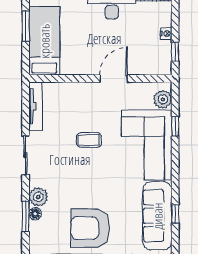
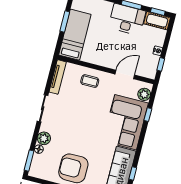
door: (114, 79) -> (125, 74), moved
coffee table: (89, 140) -> (90, 81), moved
window: (26, 216) -> (29, 161), moved

